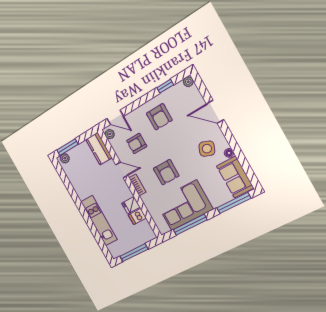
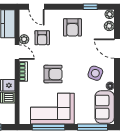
plant: (195, 94) -> (109, 26), added
plant: (110, 134) -> (24, 39), moved
armchair: (137, 144) -> (42, 38), turned -90
armchair: (166, 172) -> (53, 74), turned -90

